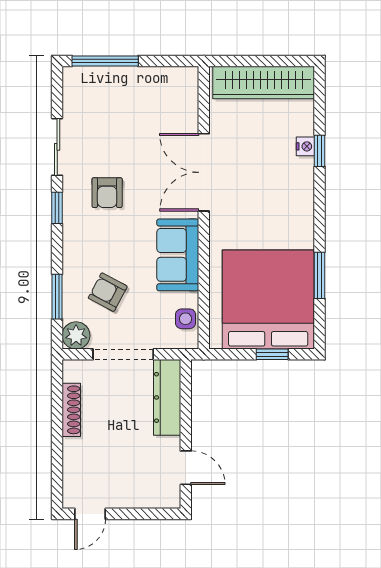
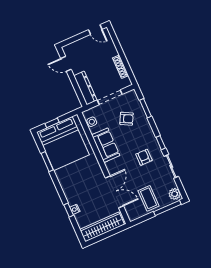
coffee table: (136, 100) -> (149, 198), added
double door: (204, 172) -> (114, 192), moved
plant: (76, 335) -> (175, 194), moved
door: (90, 514) -> (95, 30), swing flipped

